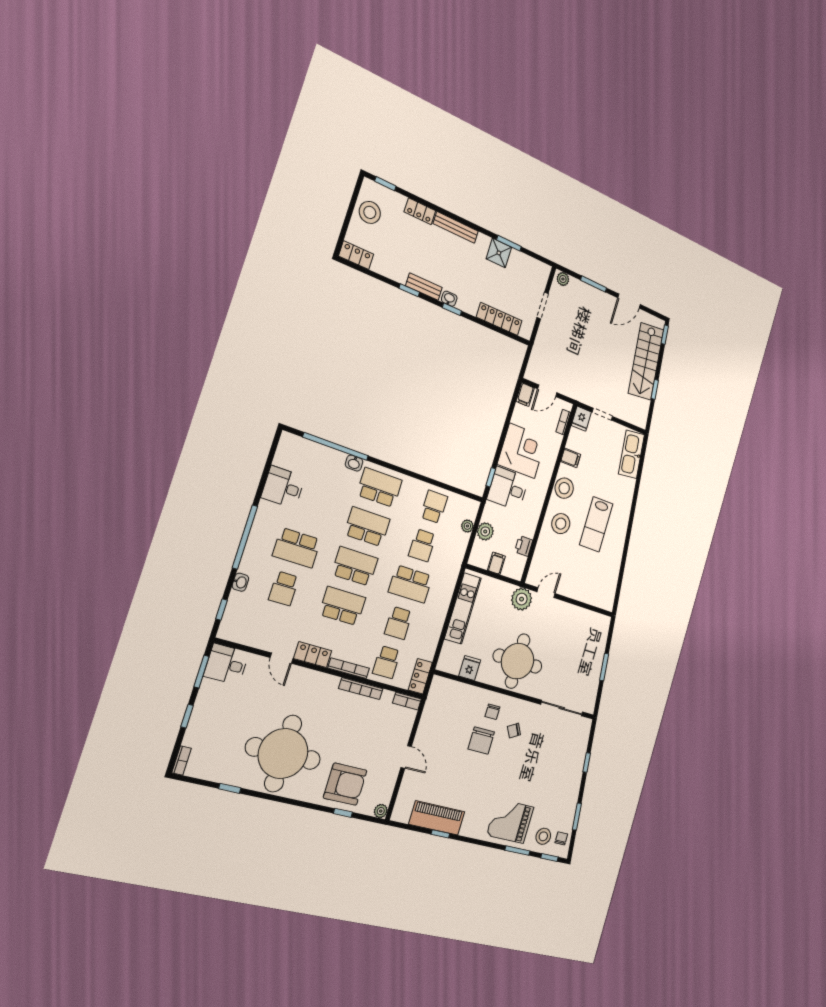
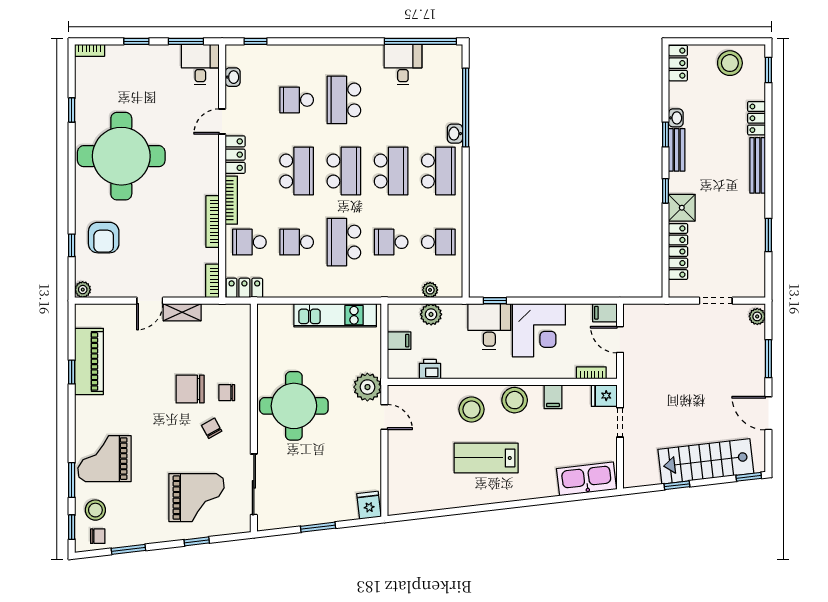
shower: (499, 253) -> (682, 208), moved
washbasin: (449, 299) -> (676, 118), moved
window: (245, 537) -> (420, 41), moved
washbasin: (240, 582) -> (233, 77), moved, turned -90
fridge: (470, 668) -> (369, 505), moved, turned -97
shelving: (423, 732) -> (182, 312), added
grand piano: (558, 755) -> (196, 498), added
armchair: (345, 784) -> (104, 238), width x0.73, depth x0.73
grand piano: (510, 821) -> (104, 459), turned -90

